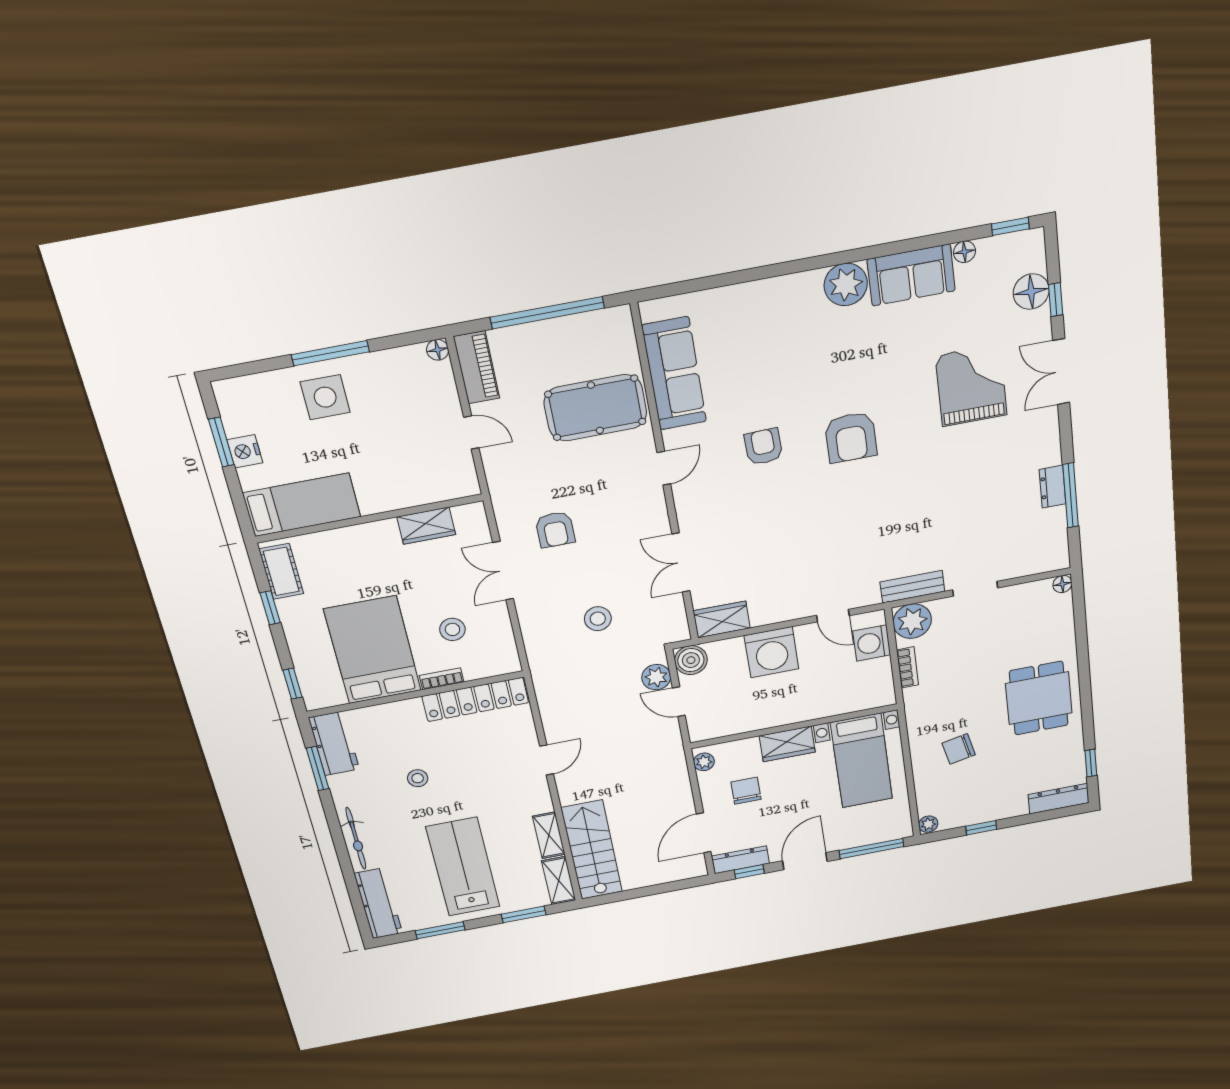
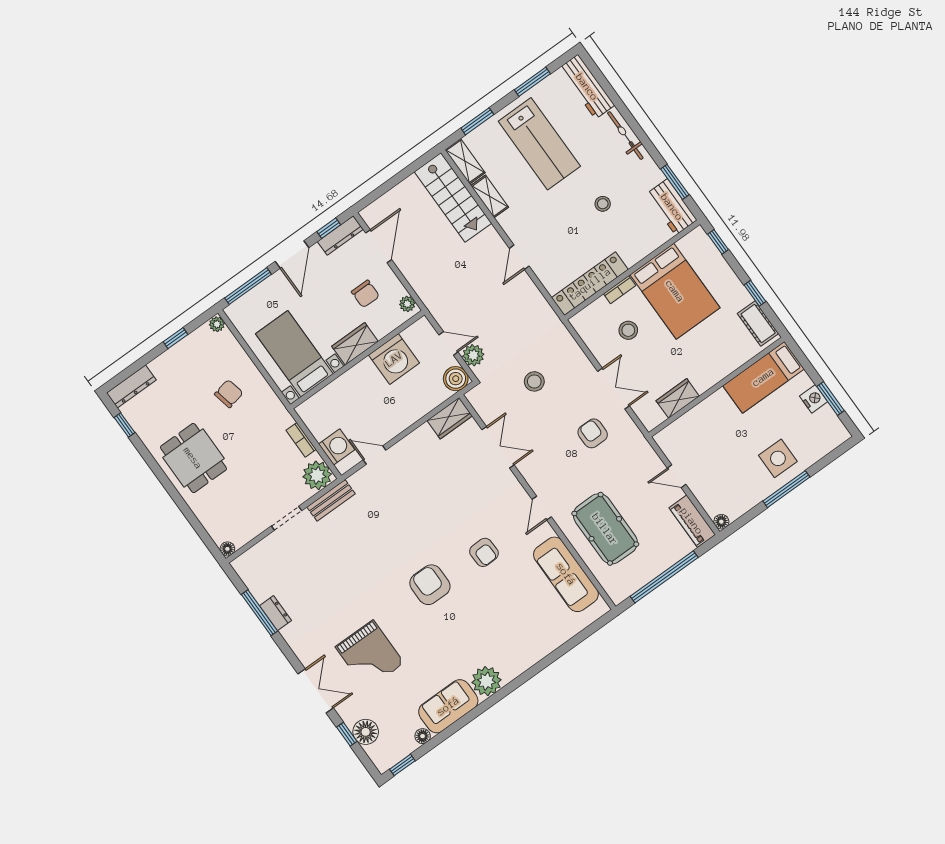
pool table: (595, 408) -> (605, 529), turned 90
washing machine: (772, 652) -> (394, 359), moved, turned 180

